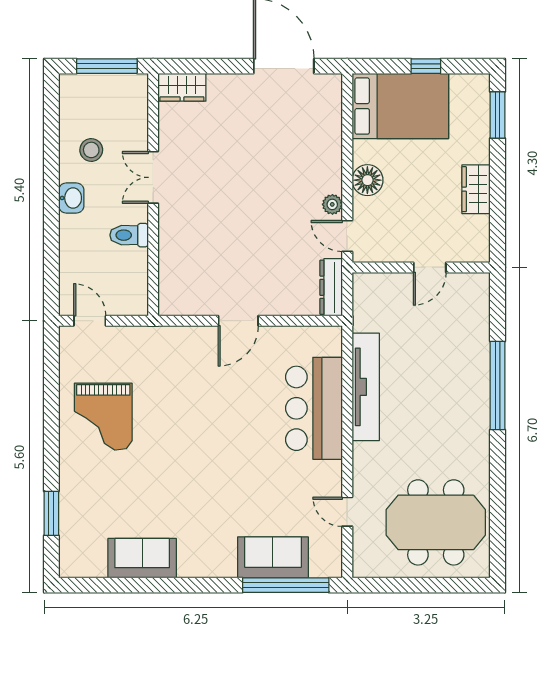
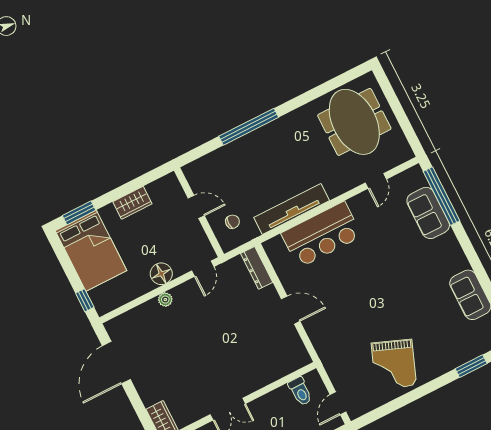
window: (426, 66) -> (85, 300), moved
bed: (400, 106) -> (91, 251), moved, turned 180
plant: (332, 204) -> (165, 300), moved
toilet: (129, 235) -> (300, 391), moved
dresser: (331, 287) -> (257, 268), moved, turned 90
chair: (388, 304) -> (232, 222), added
grand piano: (103, 417) -> (394, 364), turned 111

